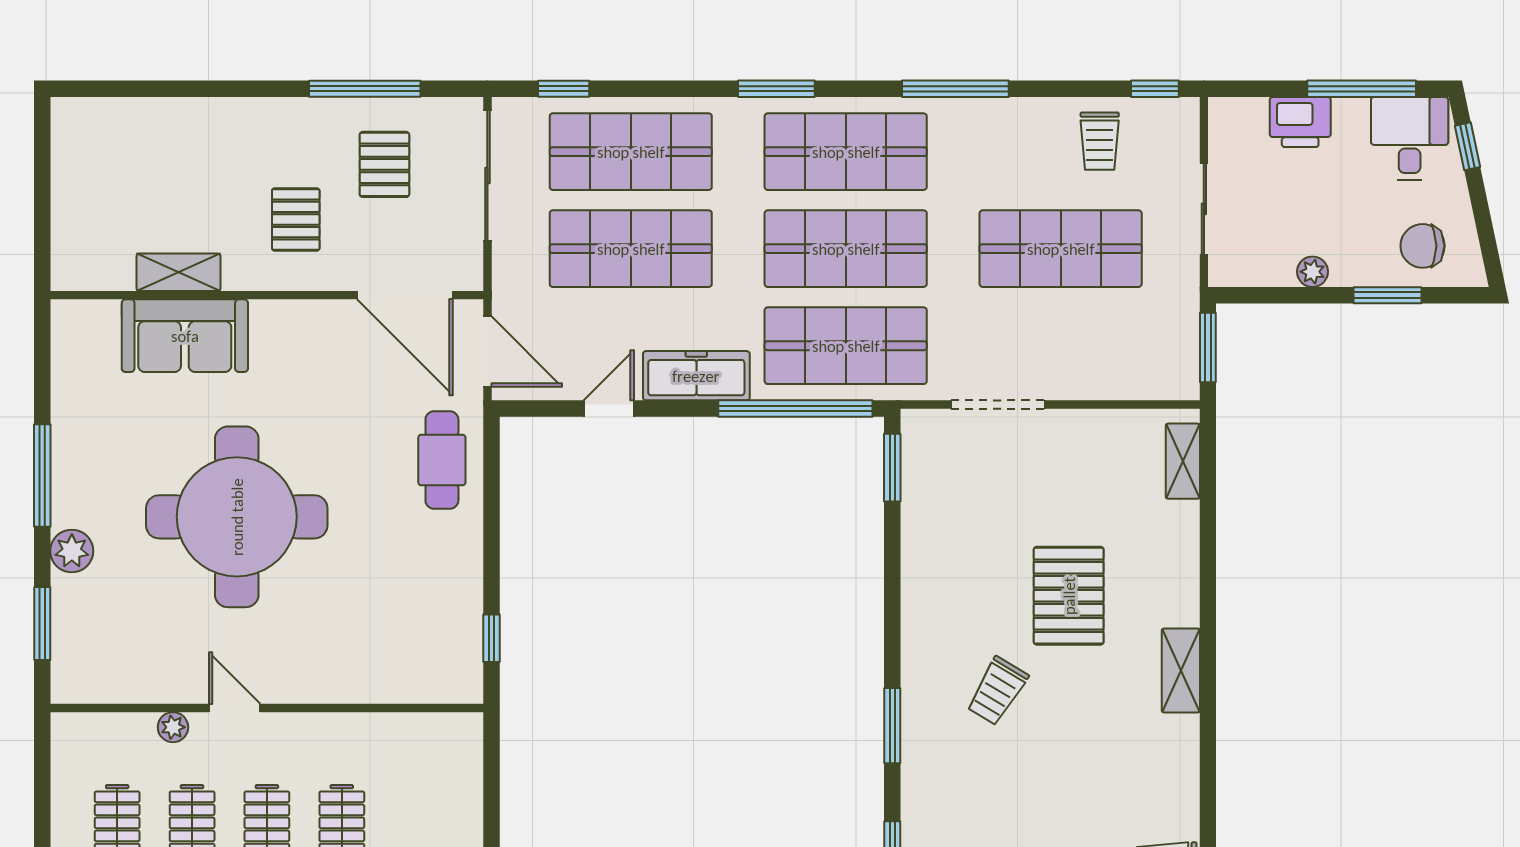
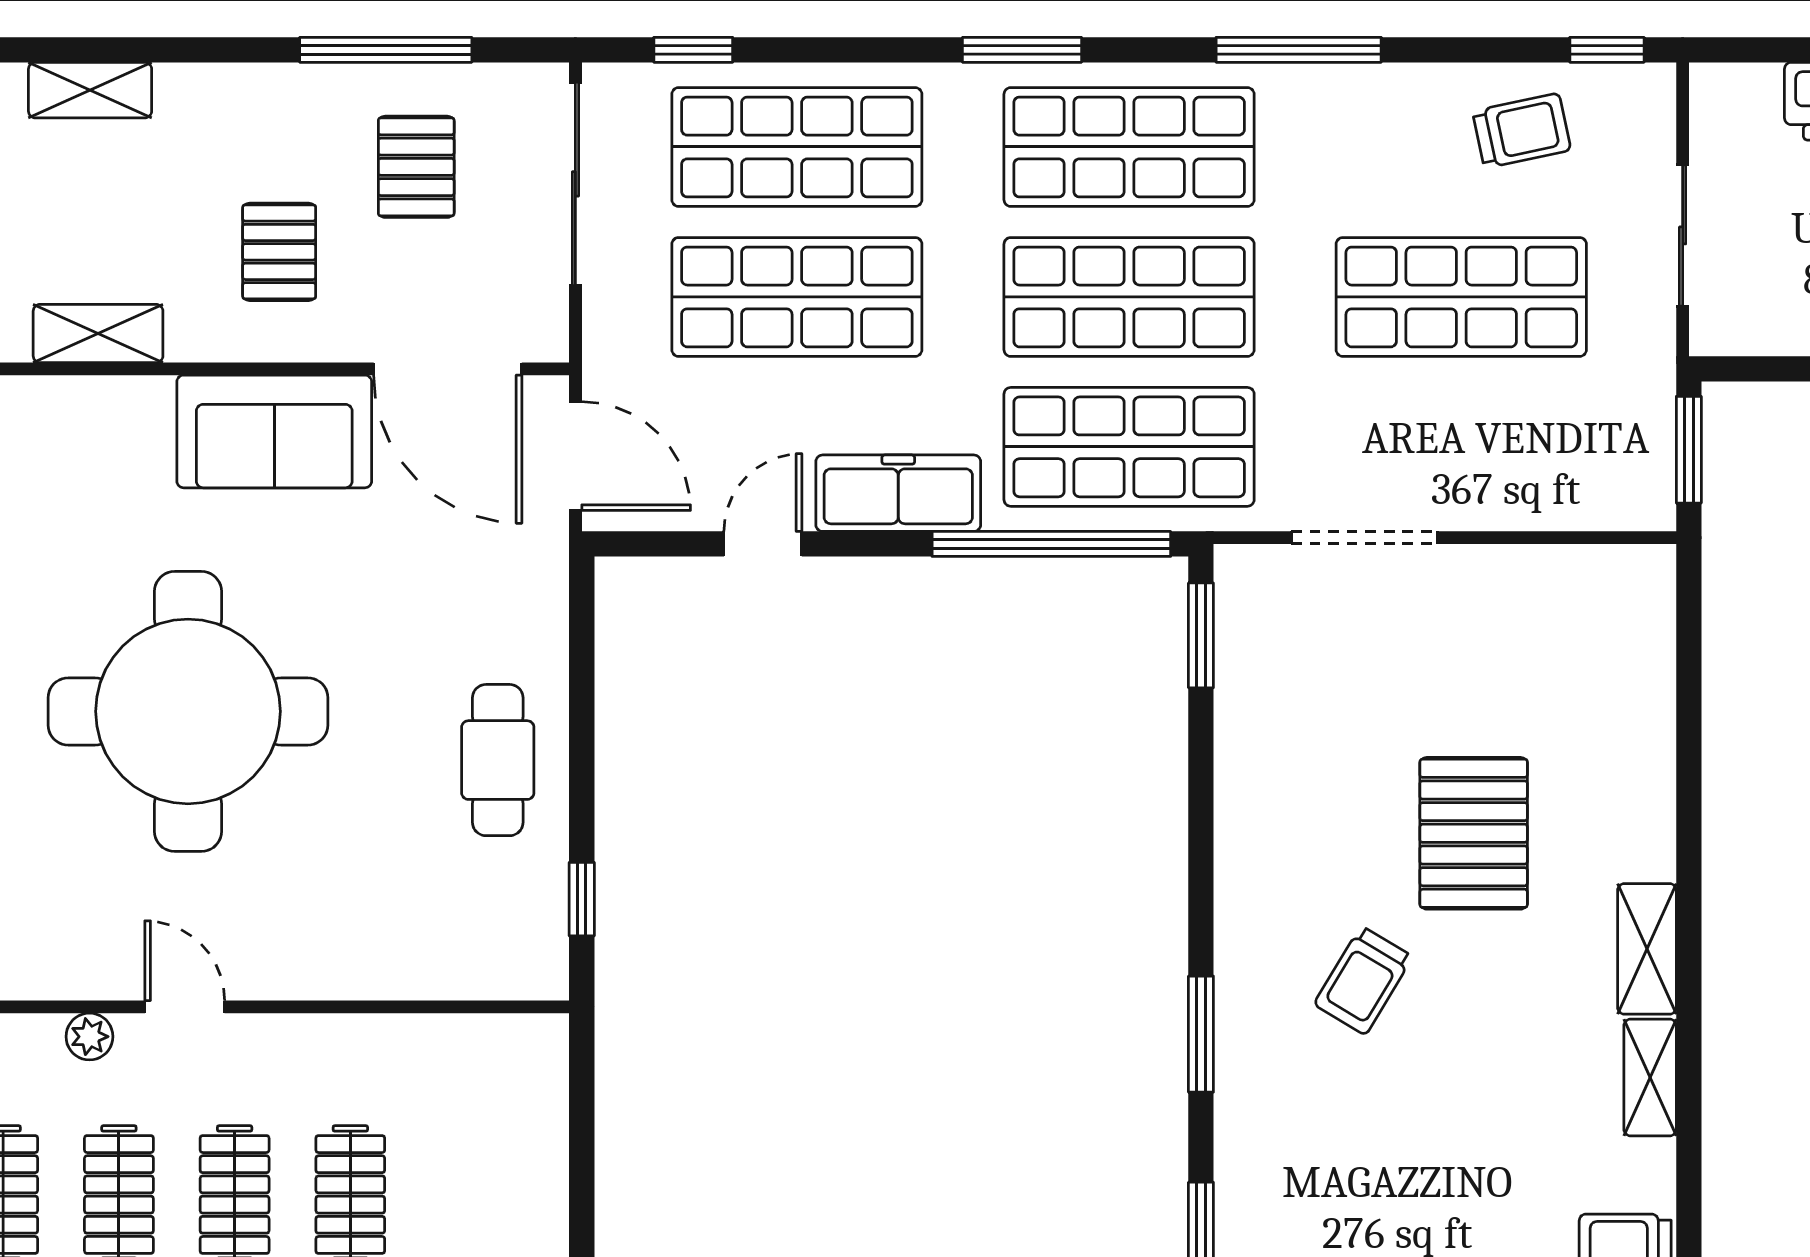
shelving: (173, 115) -> (90, 90), added
trolley: (1100, 141) -> (1522, 131), turned -102
sofa: (185, 336) -> (274, 431), moved
cafe table: (442, 460) -> (498, 760), moved
shelving: (1183, 461) -> (1650, 1077), moved

